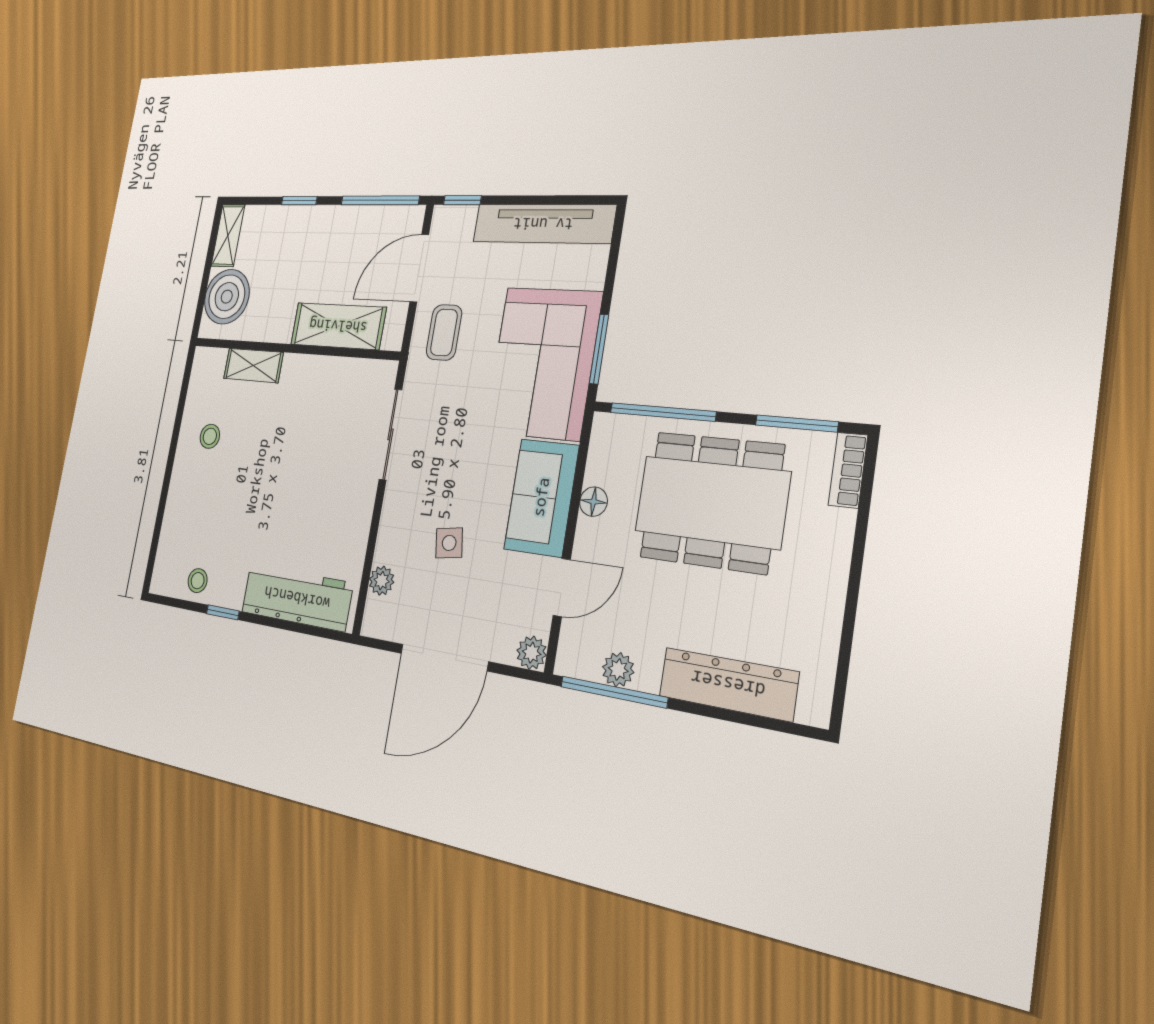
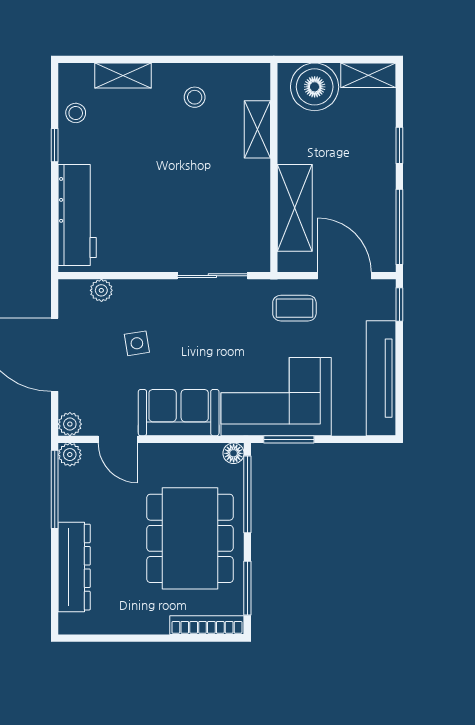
bookcase: (848, 470) -> (207, 625), width x1.56
floor lamp: (593, 502) -> (234, 453), moved
shelving: (174, 518) -> (123, 76), added
plant: (618, 670) -> (70, 455), moved

